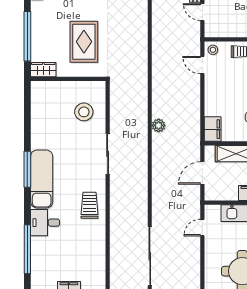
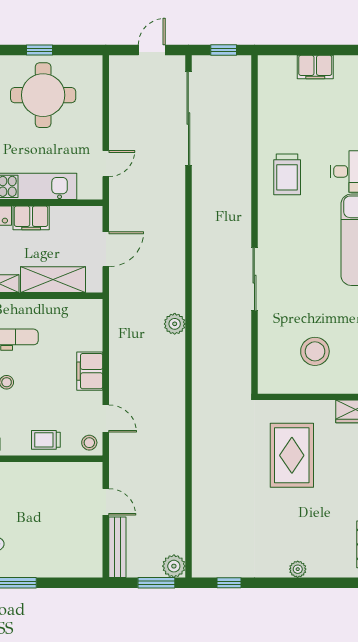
stool: (84, 112) -> (315, 351), moved
filing cabinet: (213, 129) -> (90, 371), moved
trolley: (89, 205) -> (287, 174), moved

